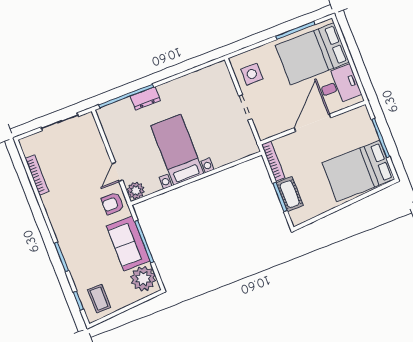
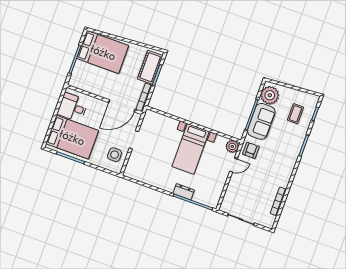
door: (313, 123) -> (122, 106), moved
cot: (290, 194) -> (150, 67), width x1.37, depth x1.34
armchair: (113, 203) -> (251, 150), turned -90
coffee table: (99, 299) -> (295, 114), moved

